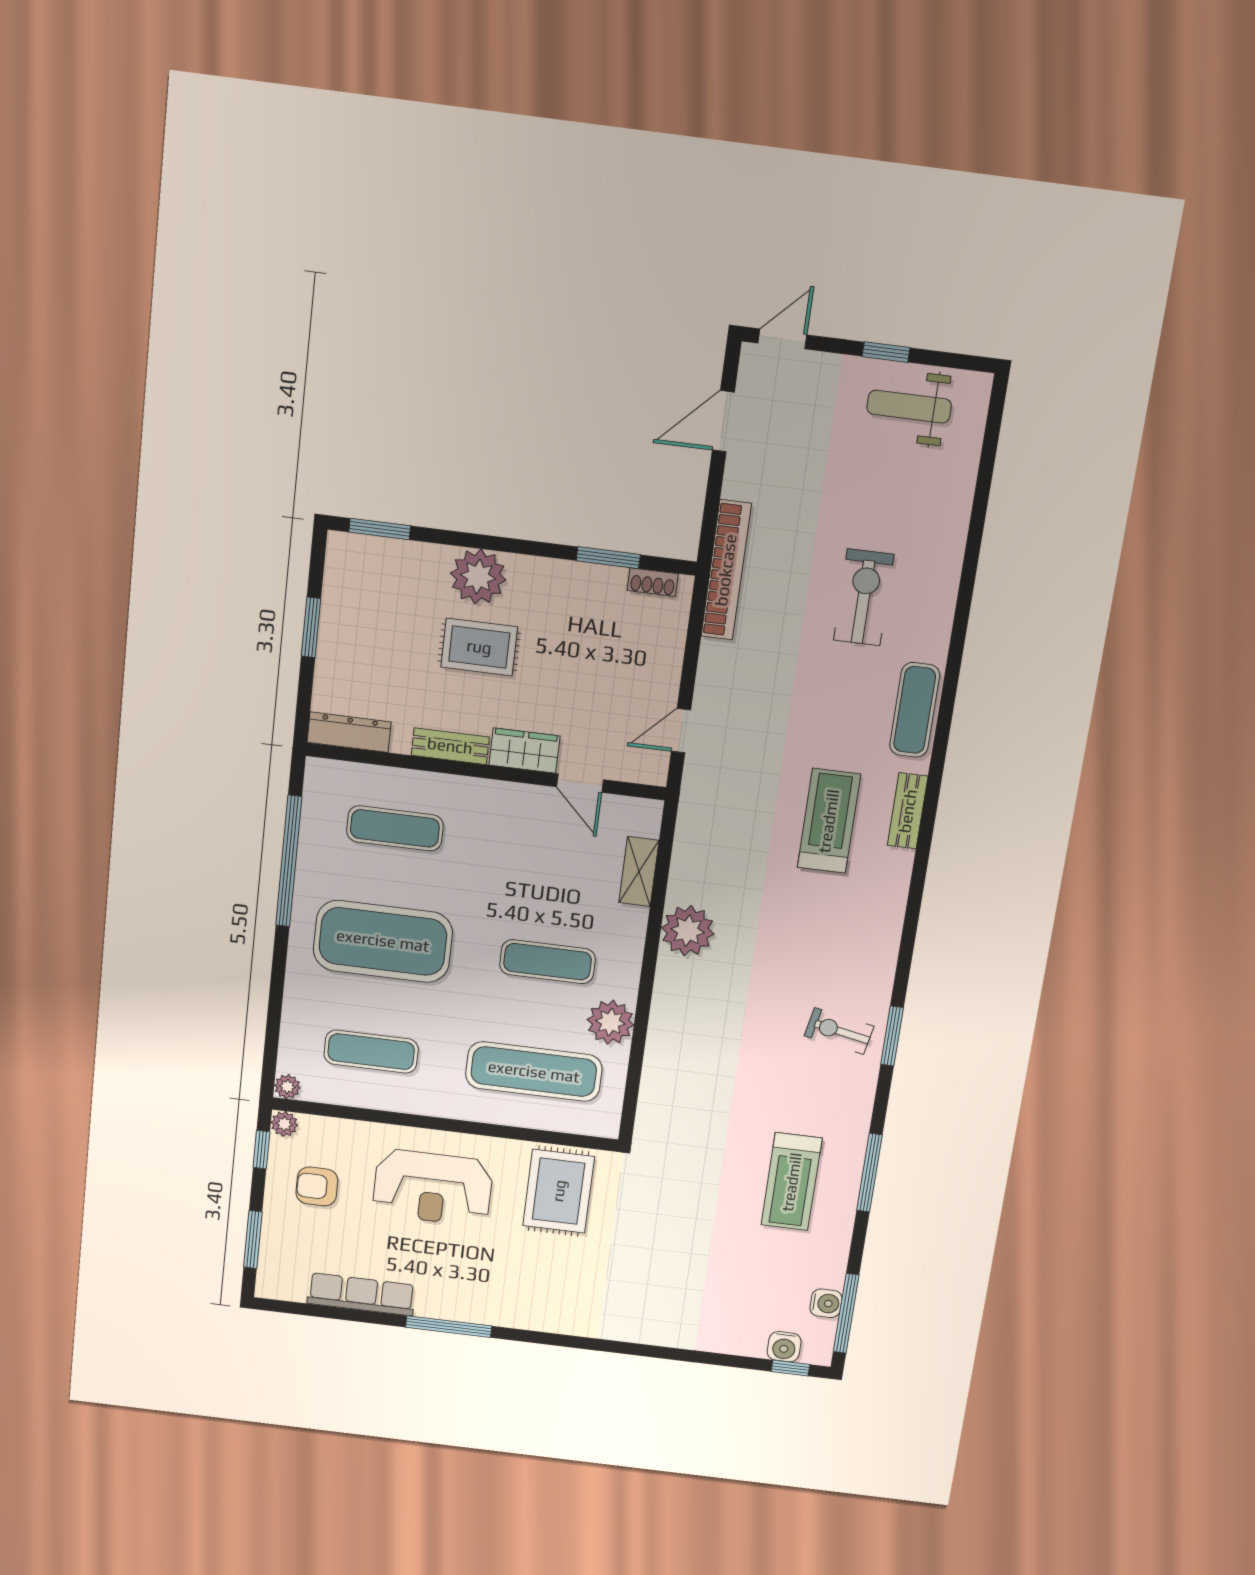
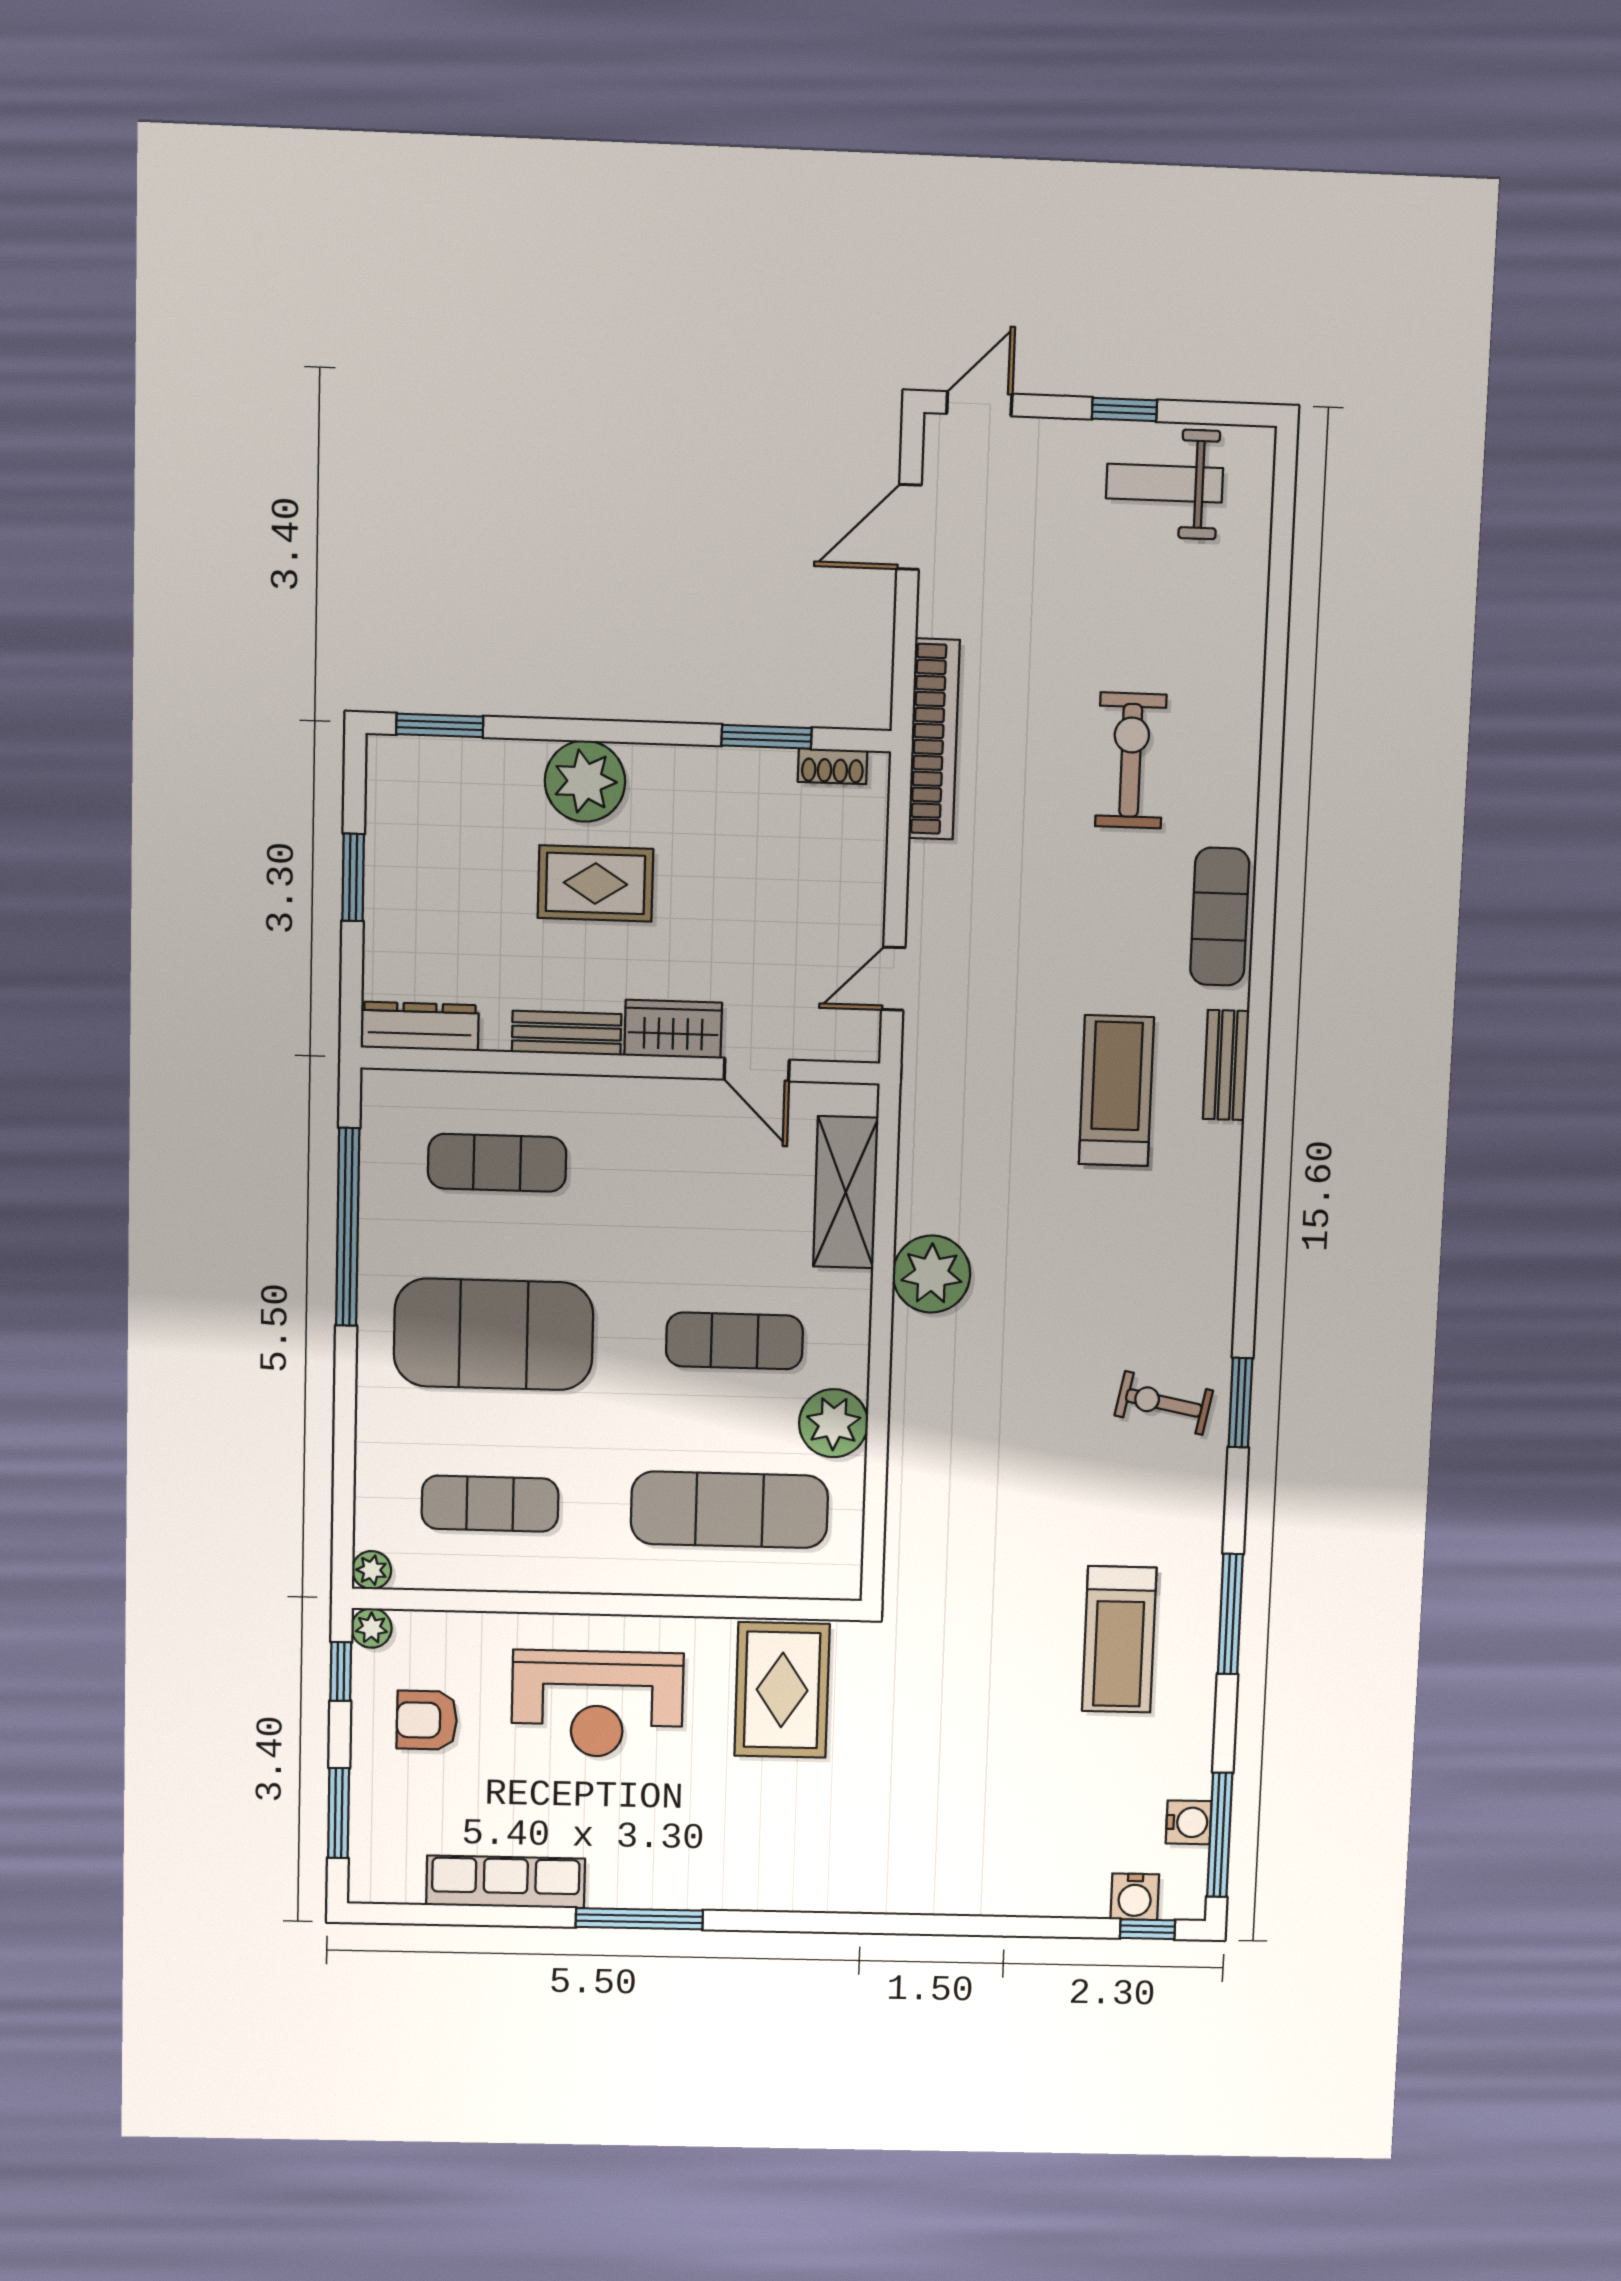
shelving: (639, 871) -> (846, 1192), width x1.50, depth x1.33

